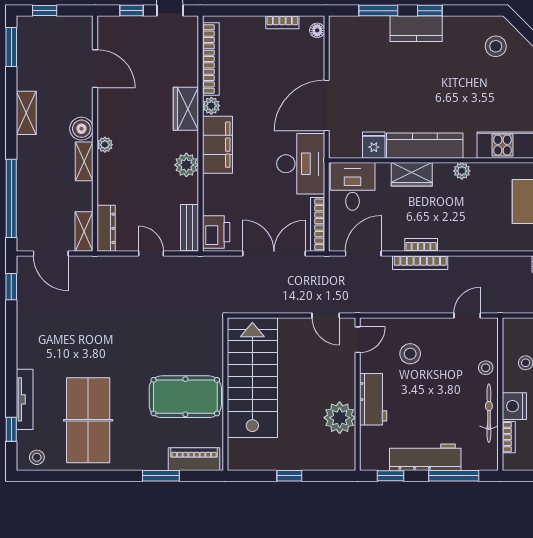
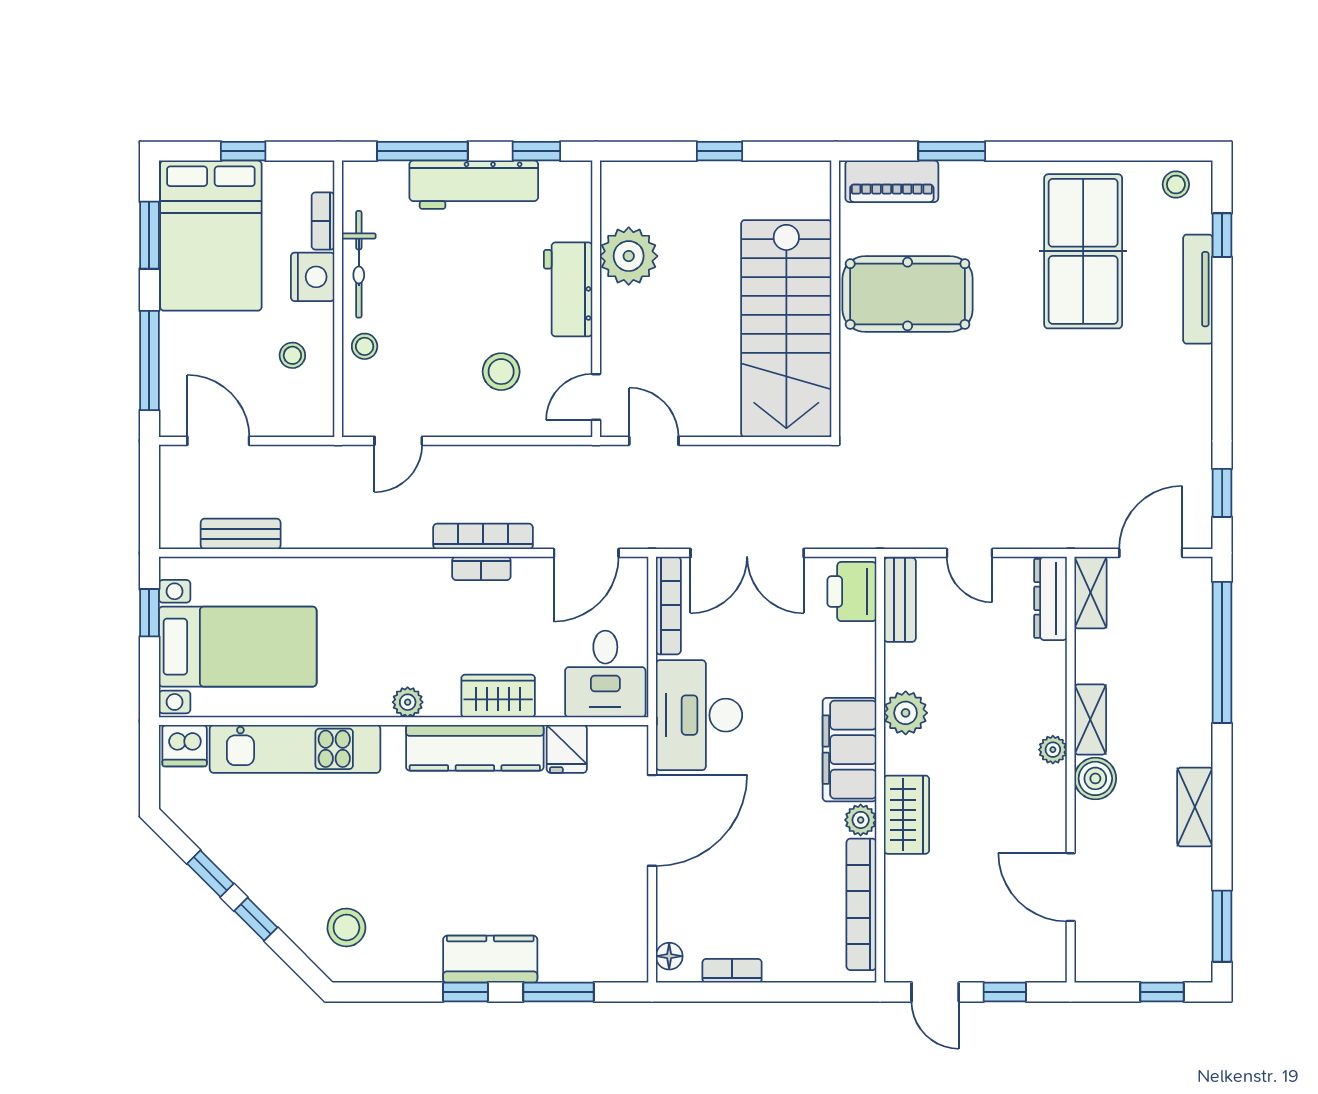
door: (51, 253) -> (1151, 553), hinge flipped

